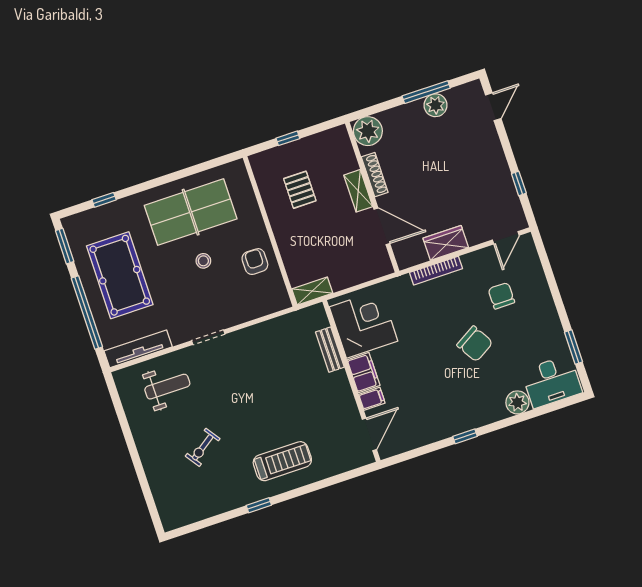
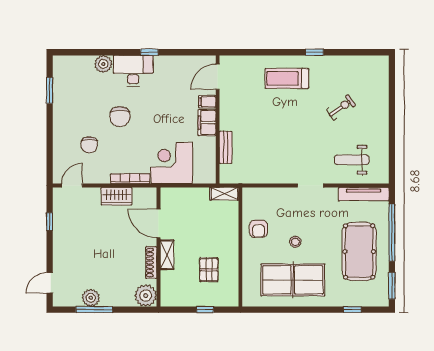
corner desk: (364, 324) -> (172, 163), moved, turned 90
chair: (475, 344) -> (120, 117), turned -149
desk: (552, 382) -> (133, 71), moved

